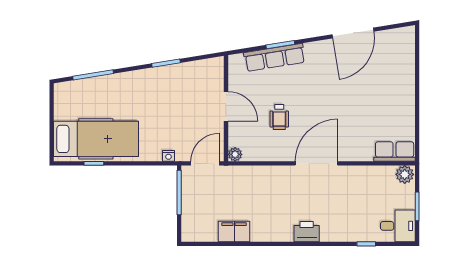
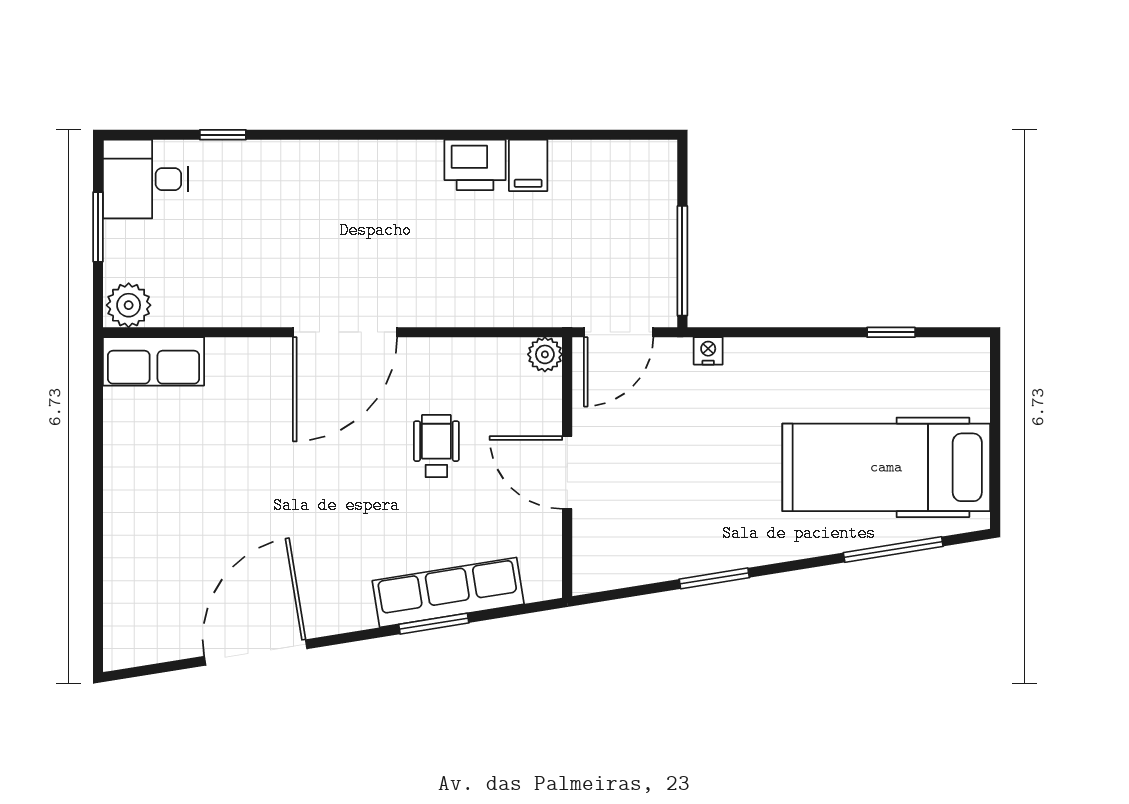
hospital bed: (96, 139) -> (886, 467), moved
filing cabinet: (234, 231) -> (528, 165), width x0.50
printer: (307, 232) -> (475, 165), moved

